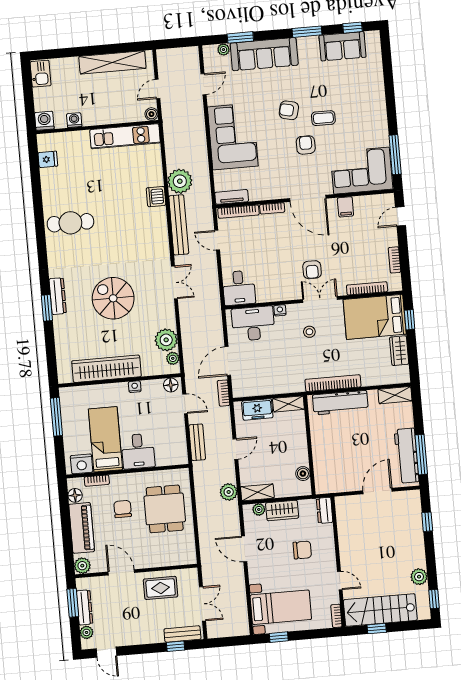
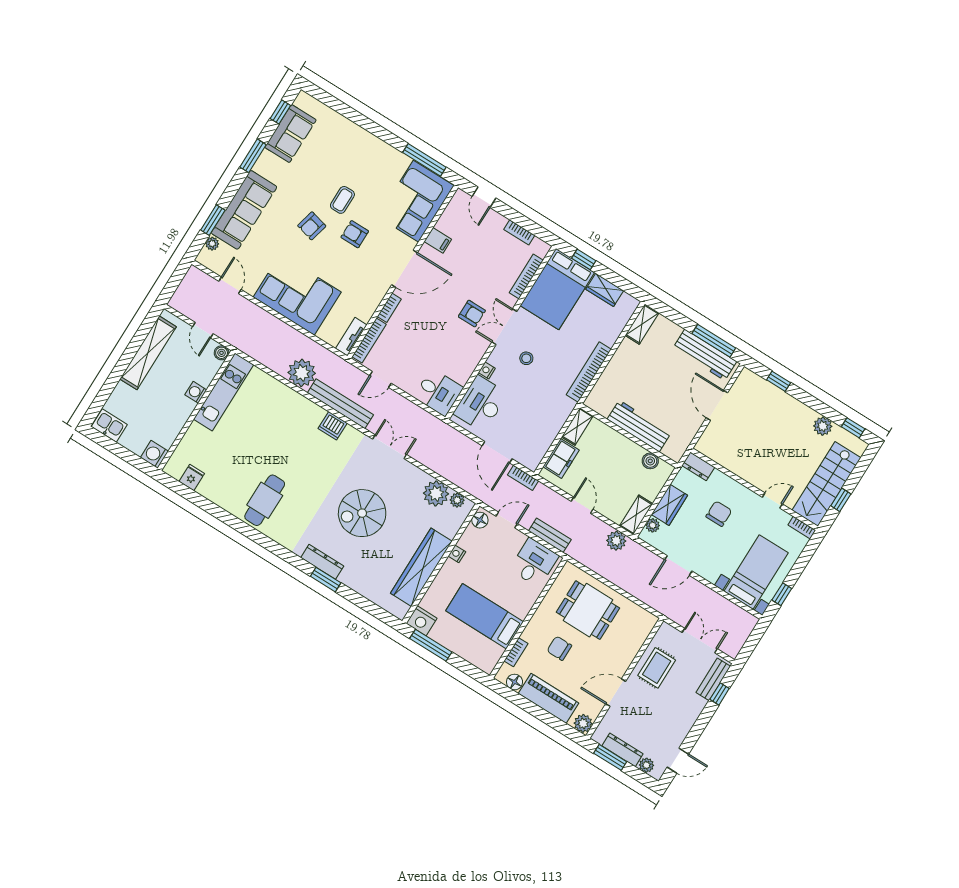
washing machine: (74, 120) -> (196, 392), moved
dishwasher: (156, 197) -> (333, 426), moved
workbench: (340, 403) -> (639, 426), moved, turned -90
desk: (138, 451) -> (534, 562), moved, turned -90
nightstand: (82, 464) -> (422, 621), moved, turned 90

